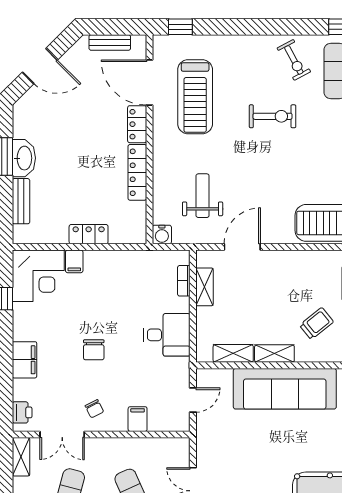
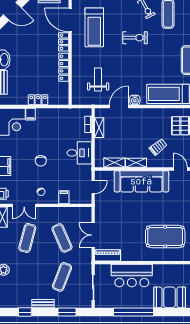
water cooler: (162, 235) -> (135, 100), moved

